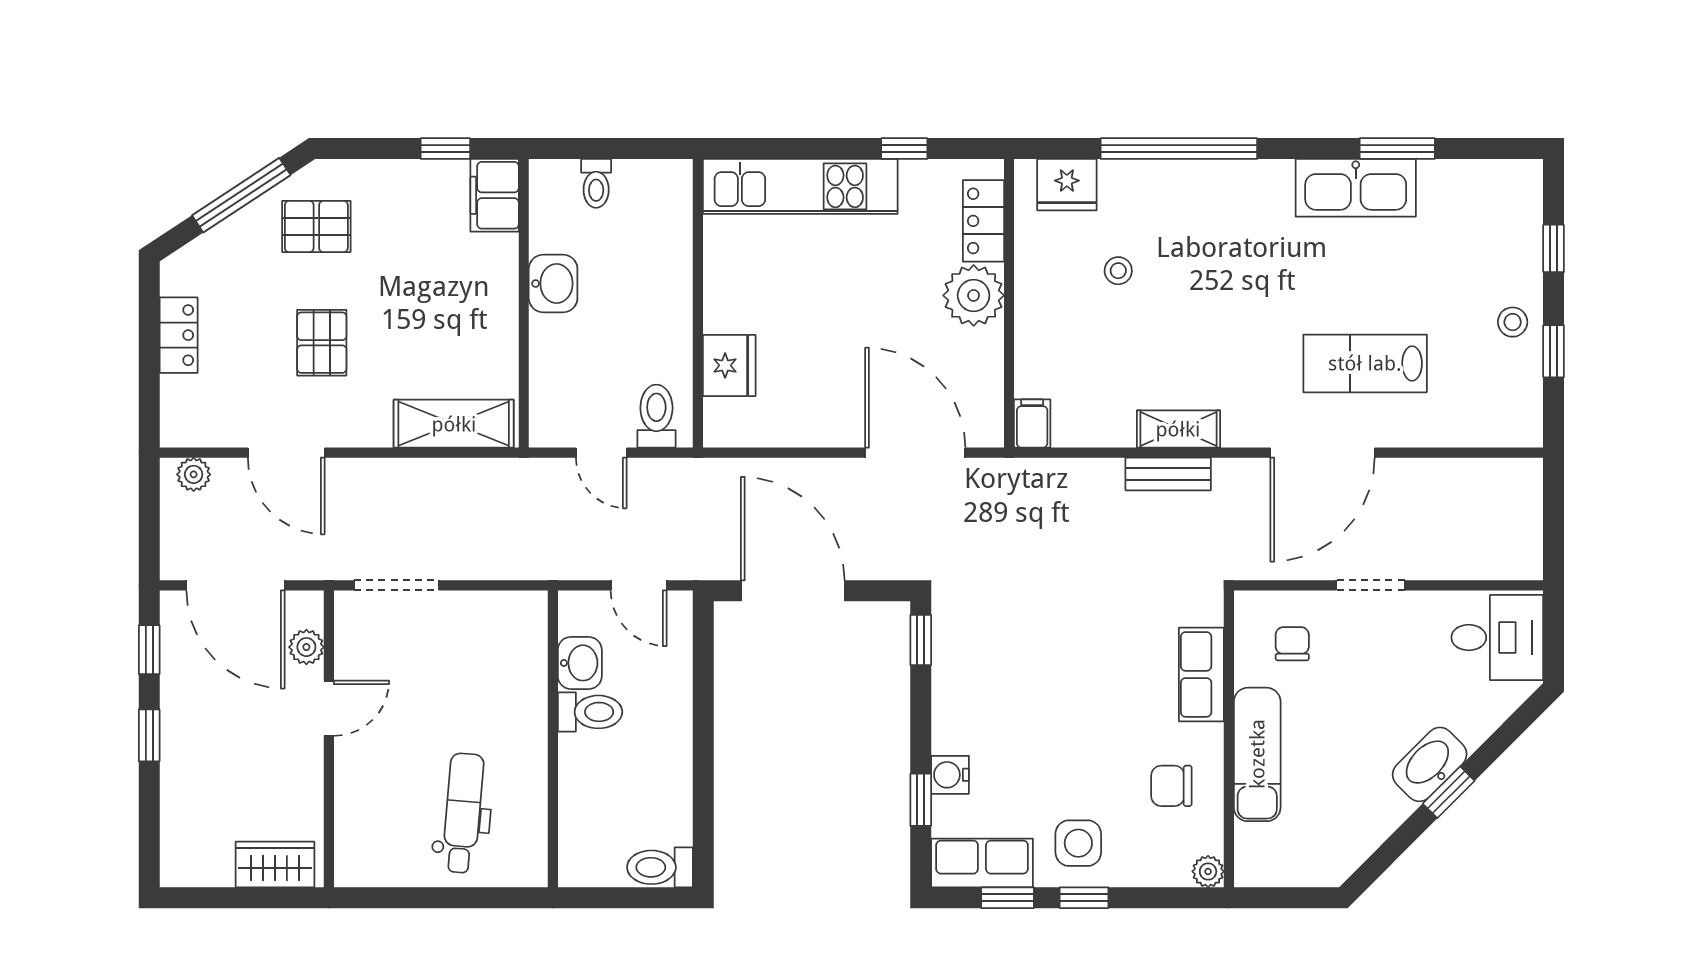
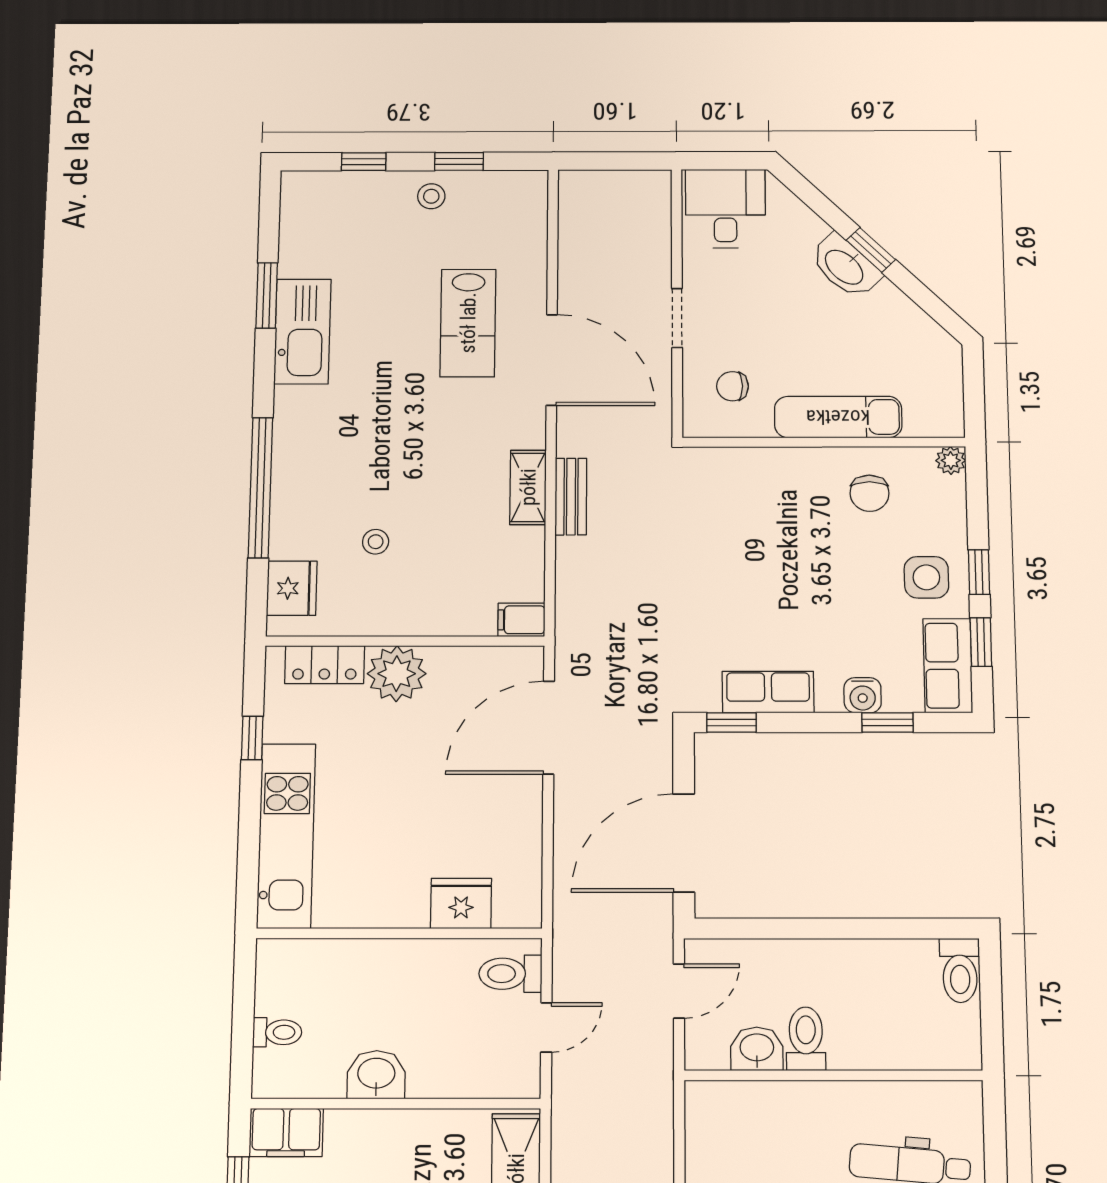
row of seats: (1201, 674) -> (768, 692), moved, turned 180

